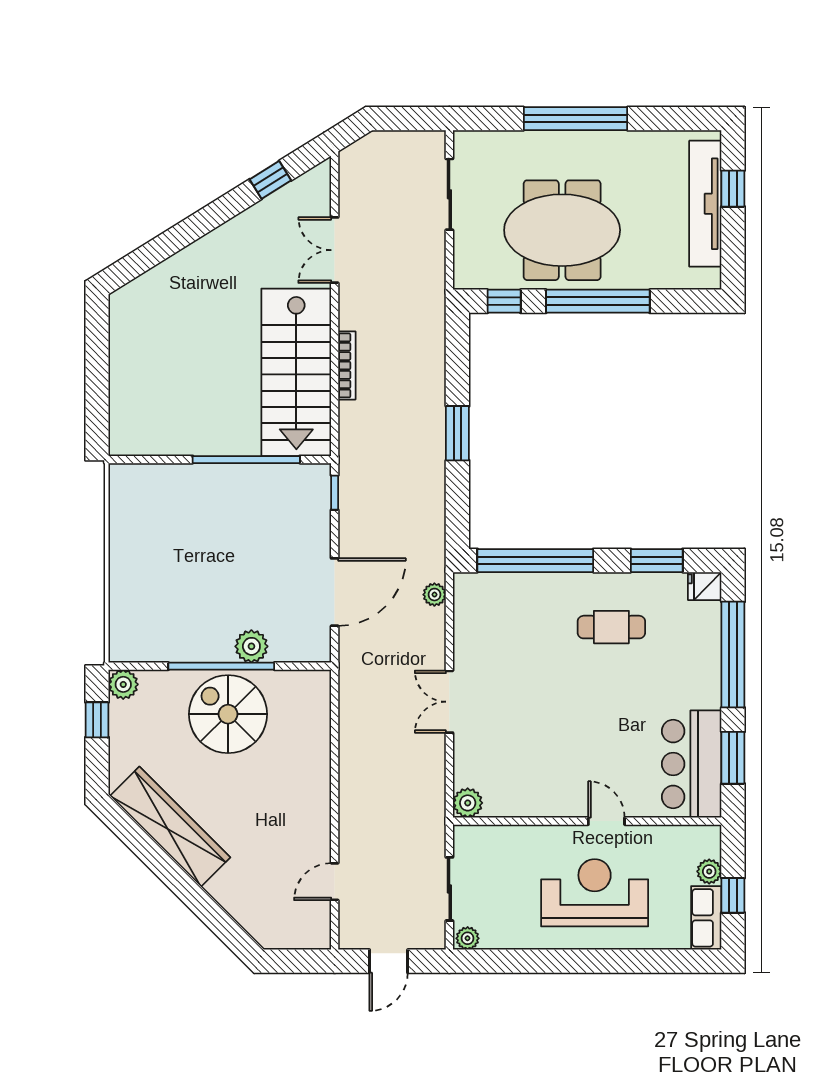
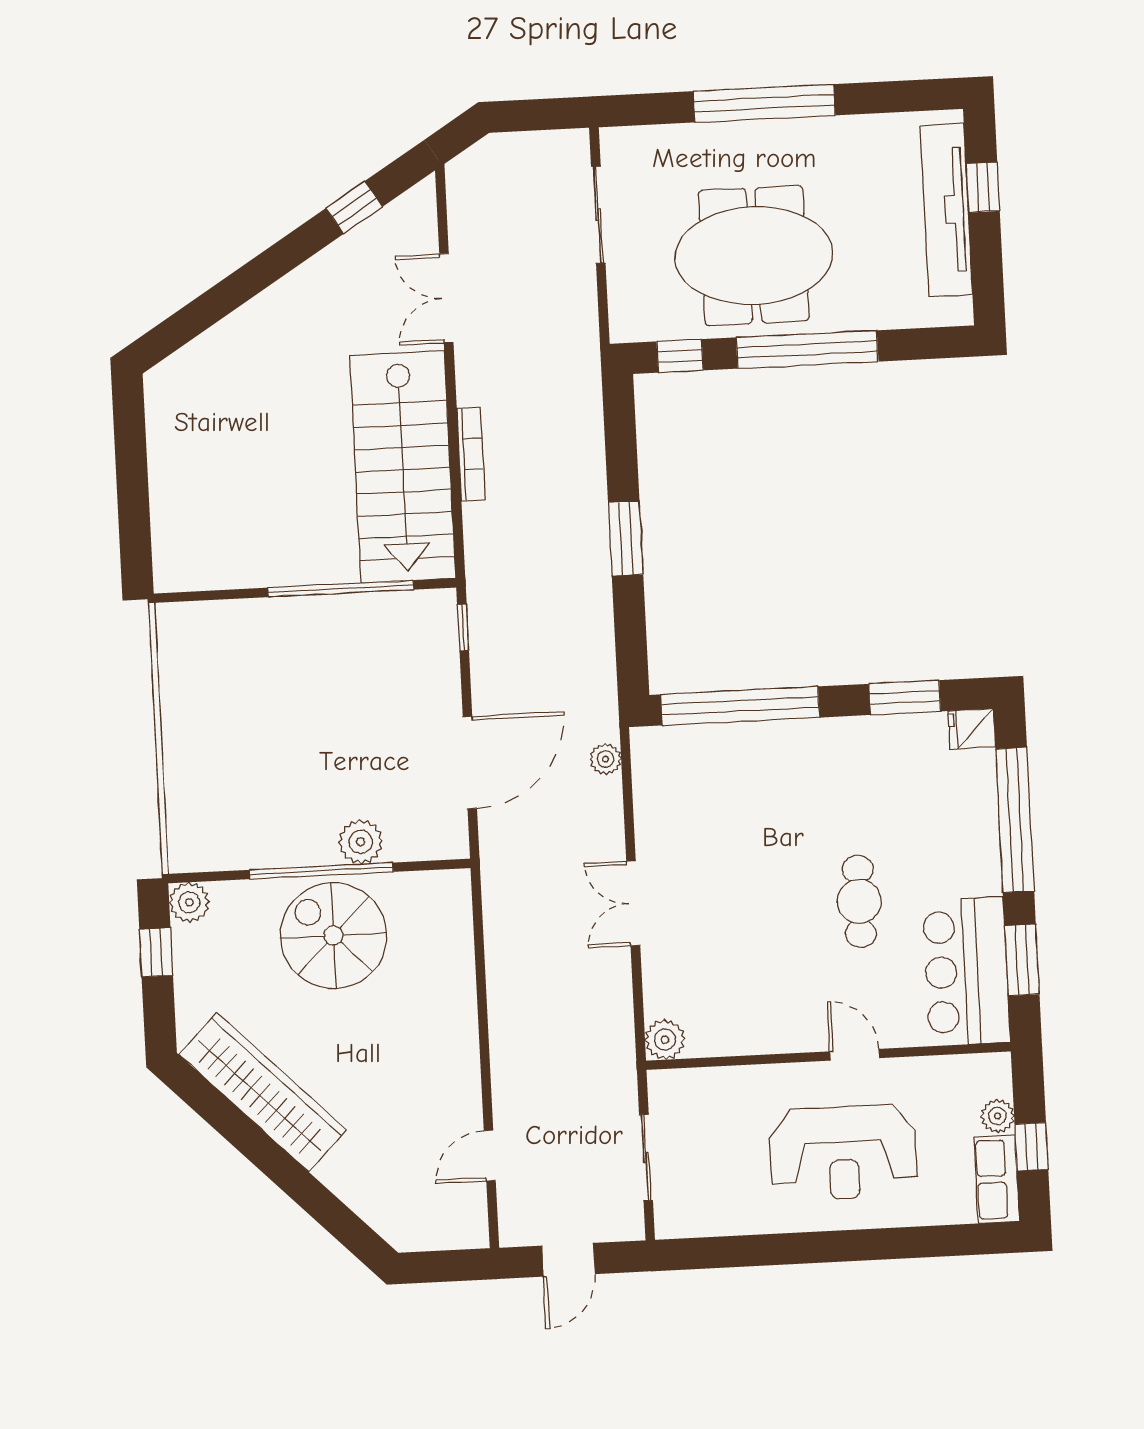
cafe table: (611, 627) -> (859, 901), moved, turned 90
reception desk: (595, 893) -> (843, 1153), turned 180
plant: (468, 938) -> (674, 1223), removed

